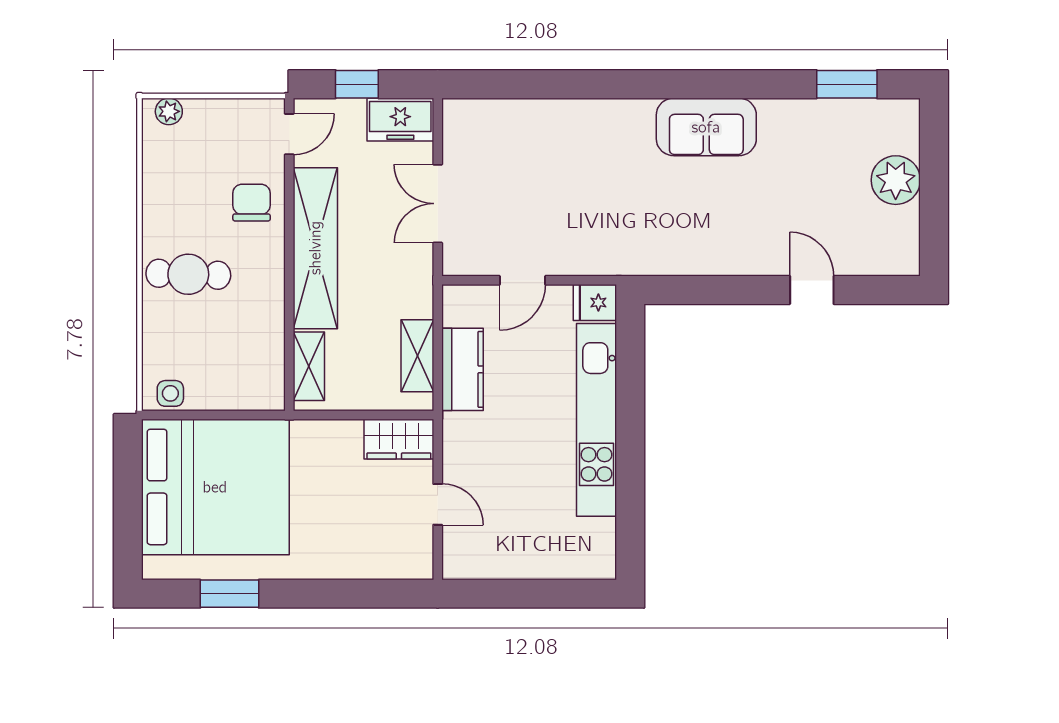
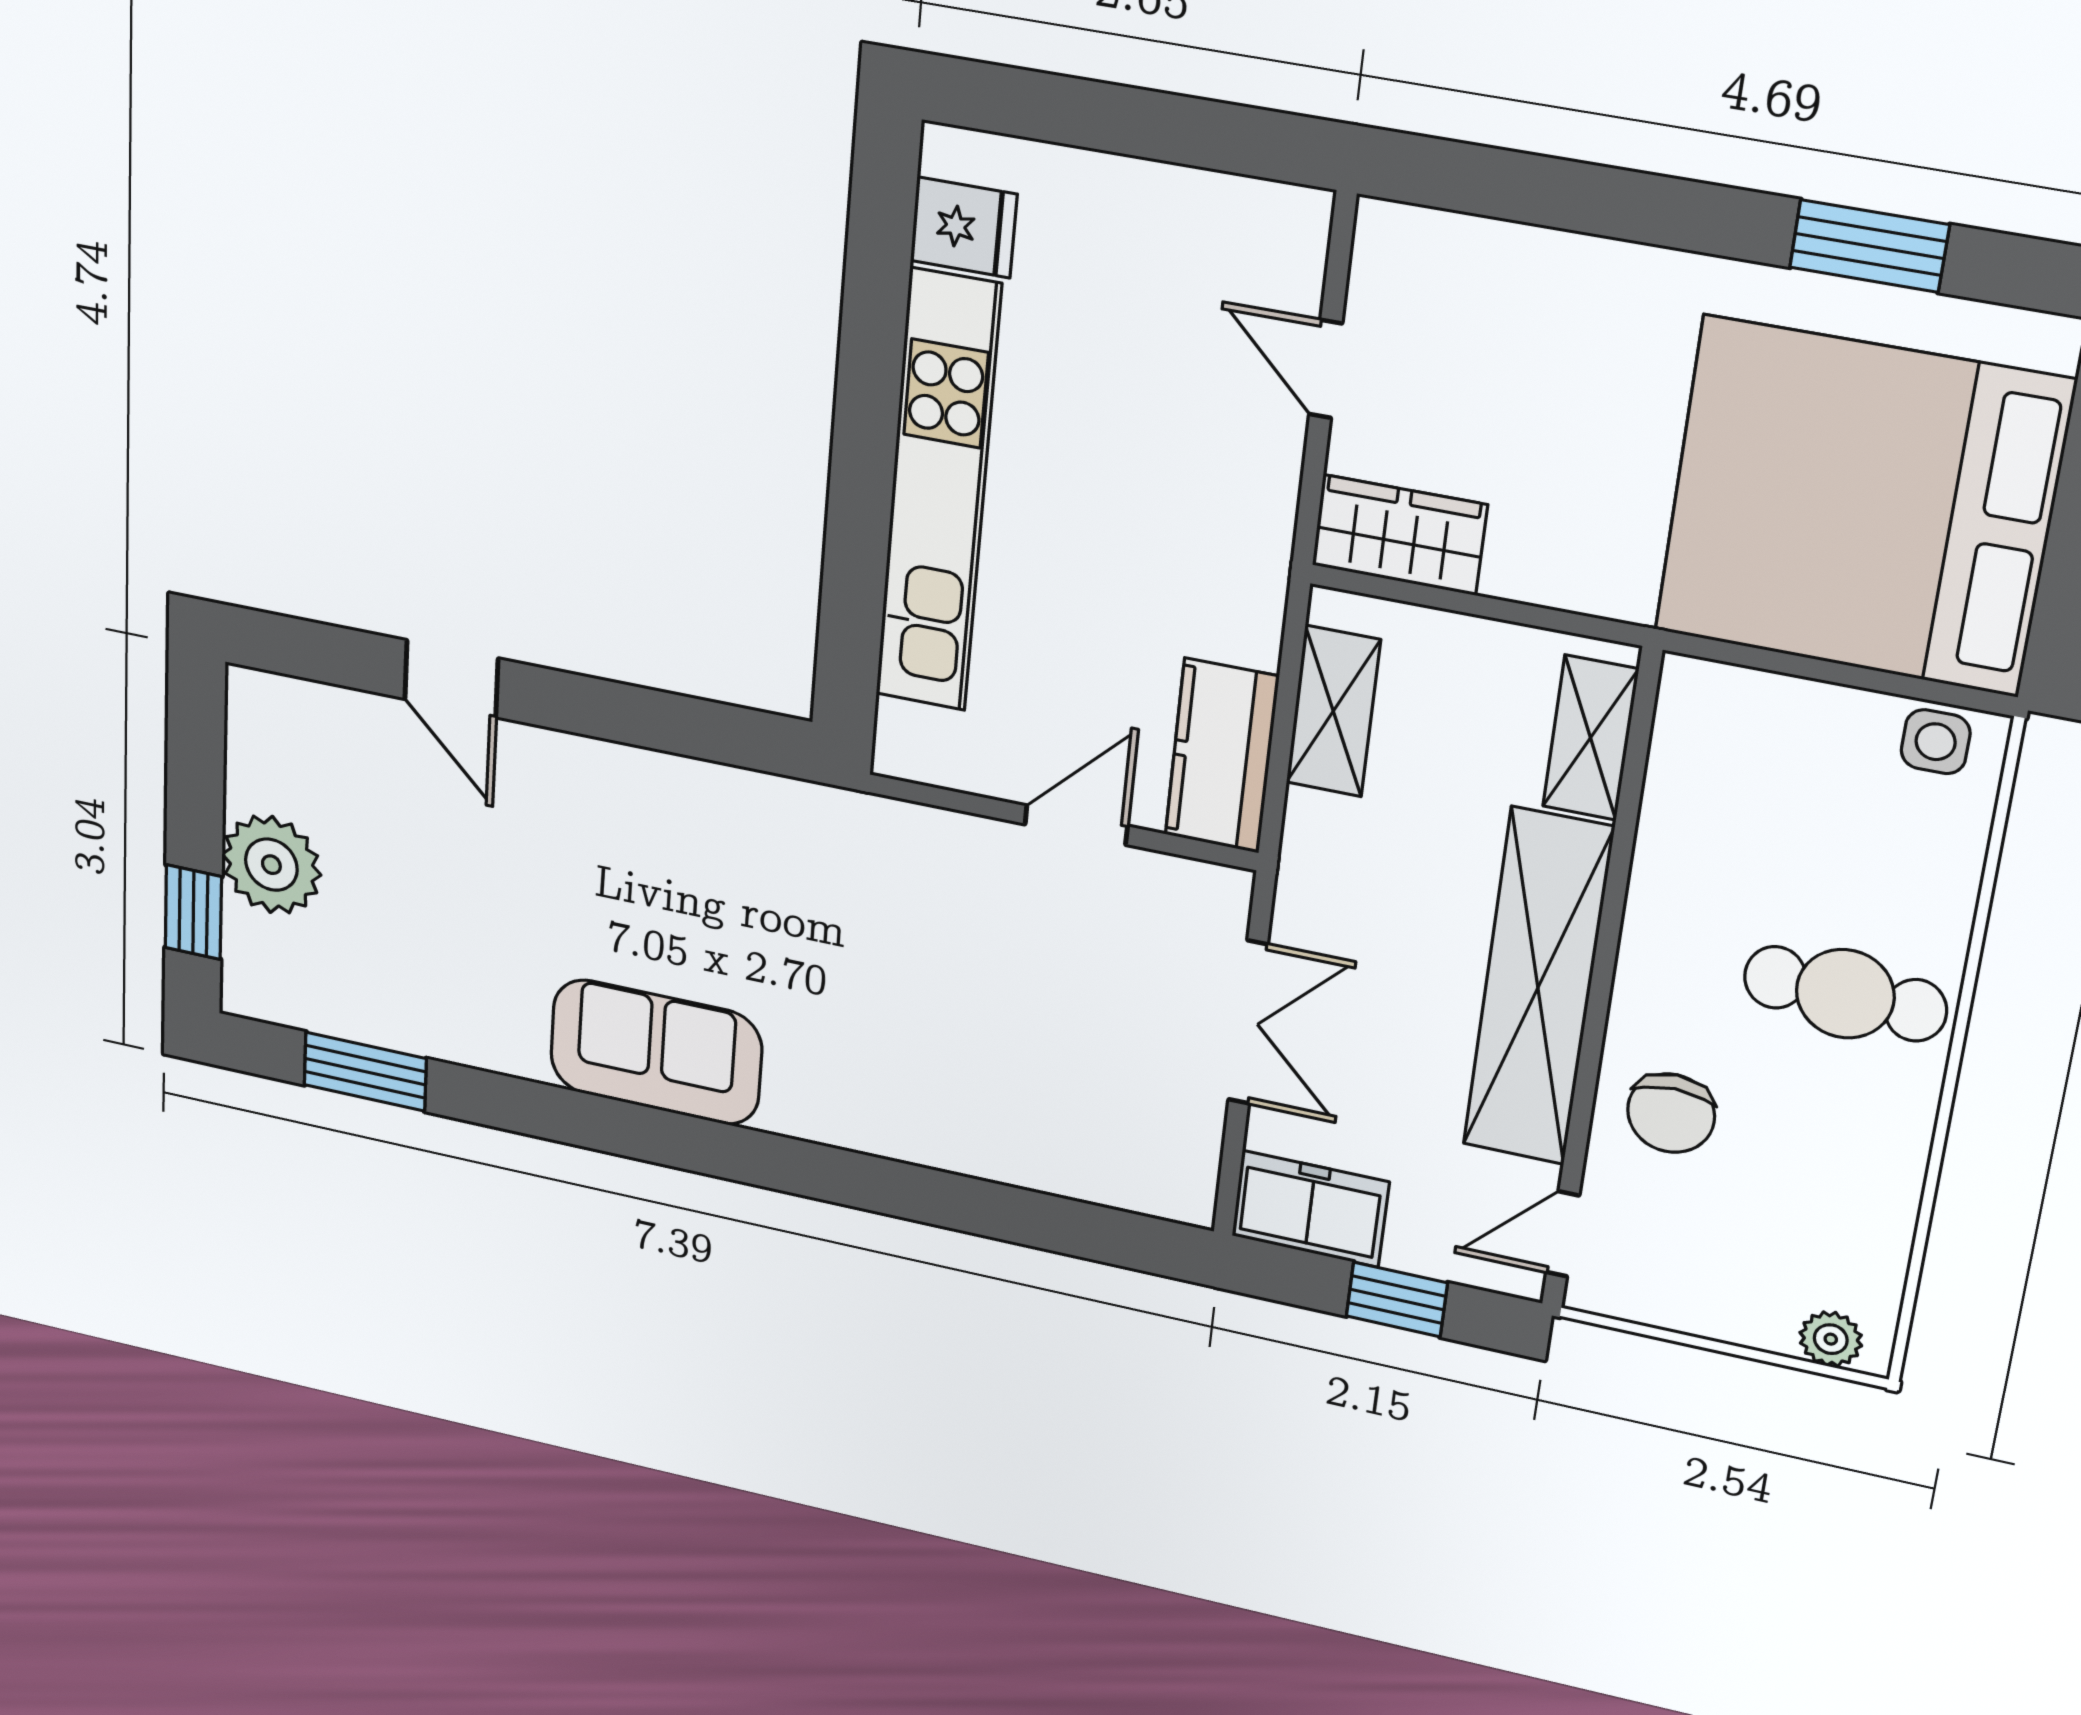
window: (934, 147) -> (193, 912), added
fridge: (595, 302) -> (964, 227), moved
kitchen counter: (462, 369) -> (1222, 756), moved

